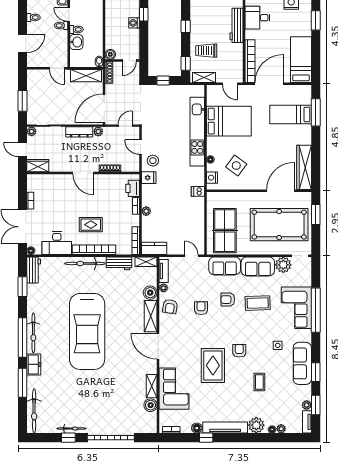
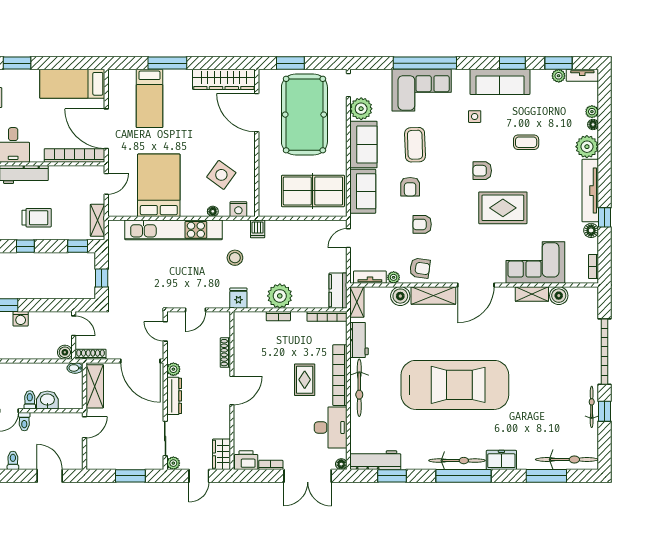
trolley: (206, 51) -> (37, 218), moved, turned -90
window: (316, 112) -> (167, 63), moved
stool: (153, 161) -> (235, 258), moved
printer: (133, 188) -> (246, 460), moved, turned 180
plant: (146, 211) -> (280, 296), width x1.87, depth x1.87
workbench: (34, 270) -> (375, 460), width x1.38
window: (22, 383) -> (546, 476), moved

